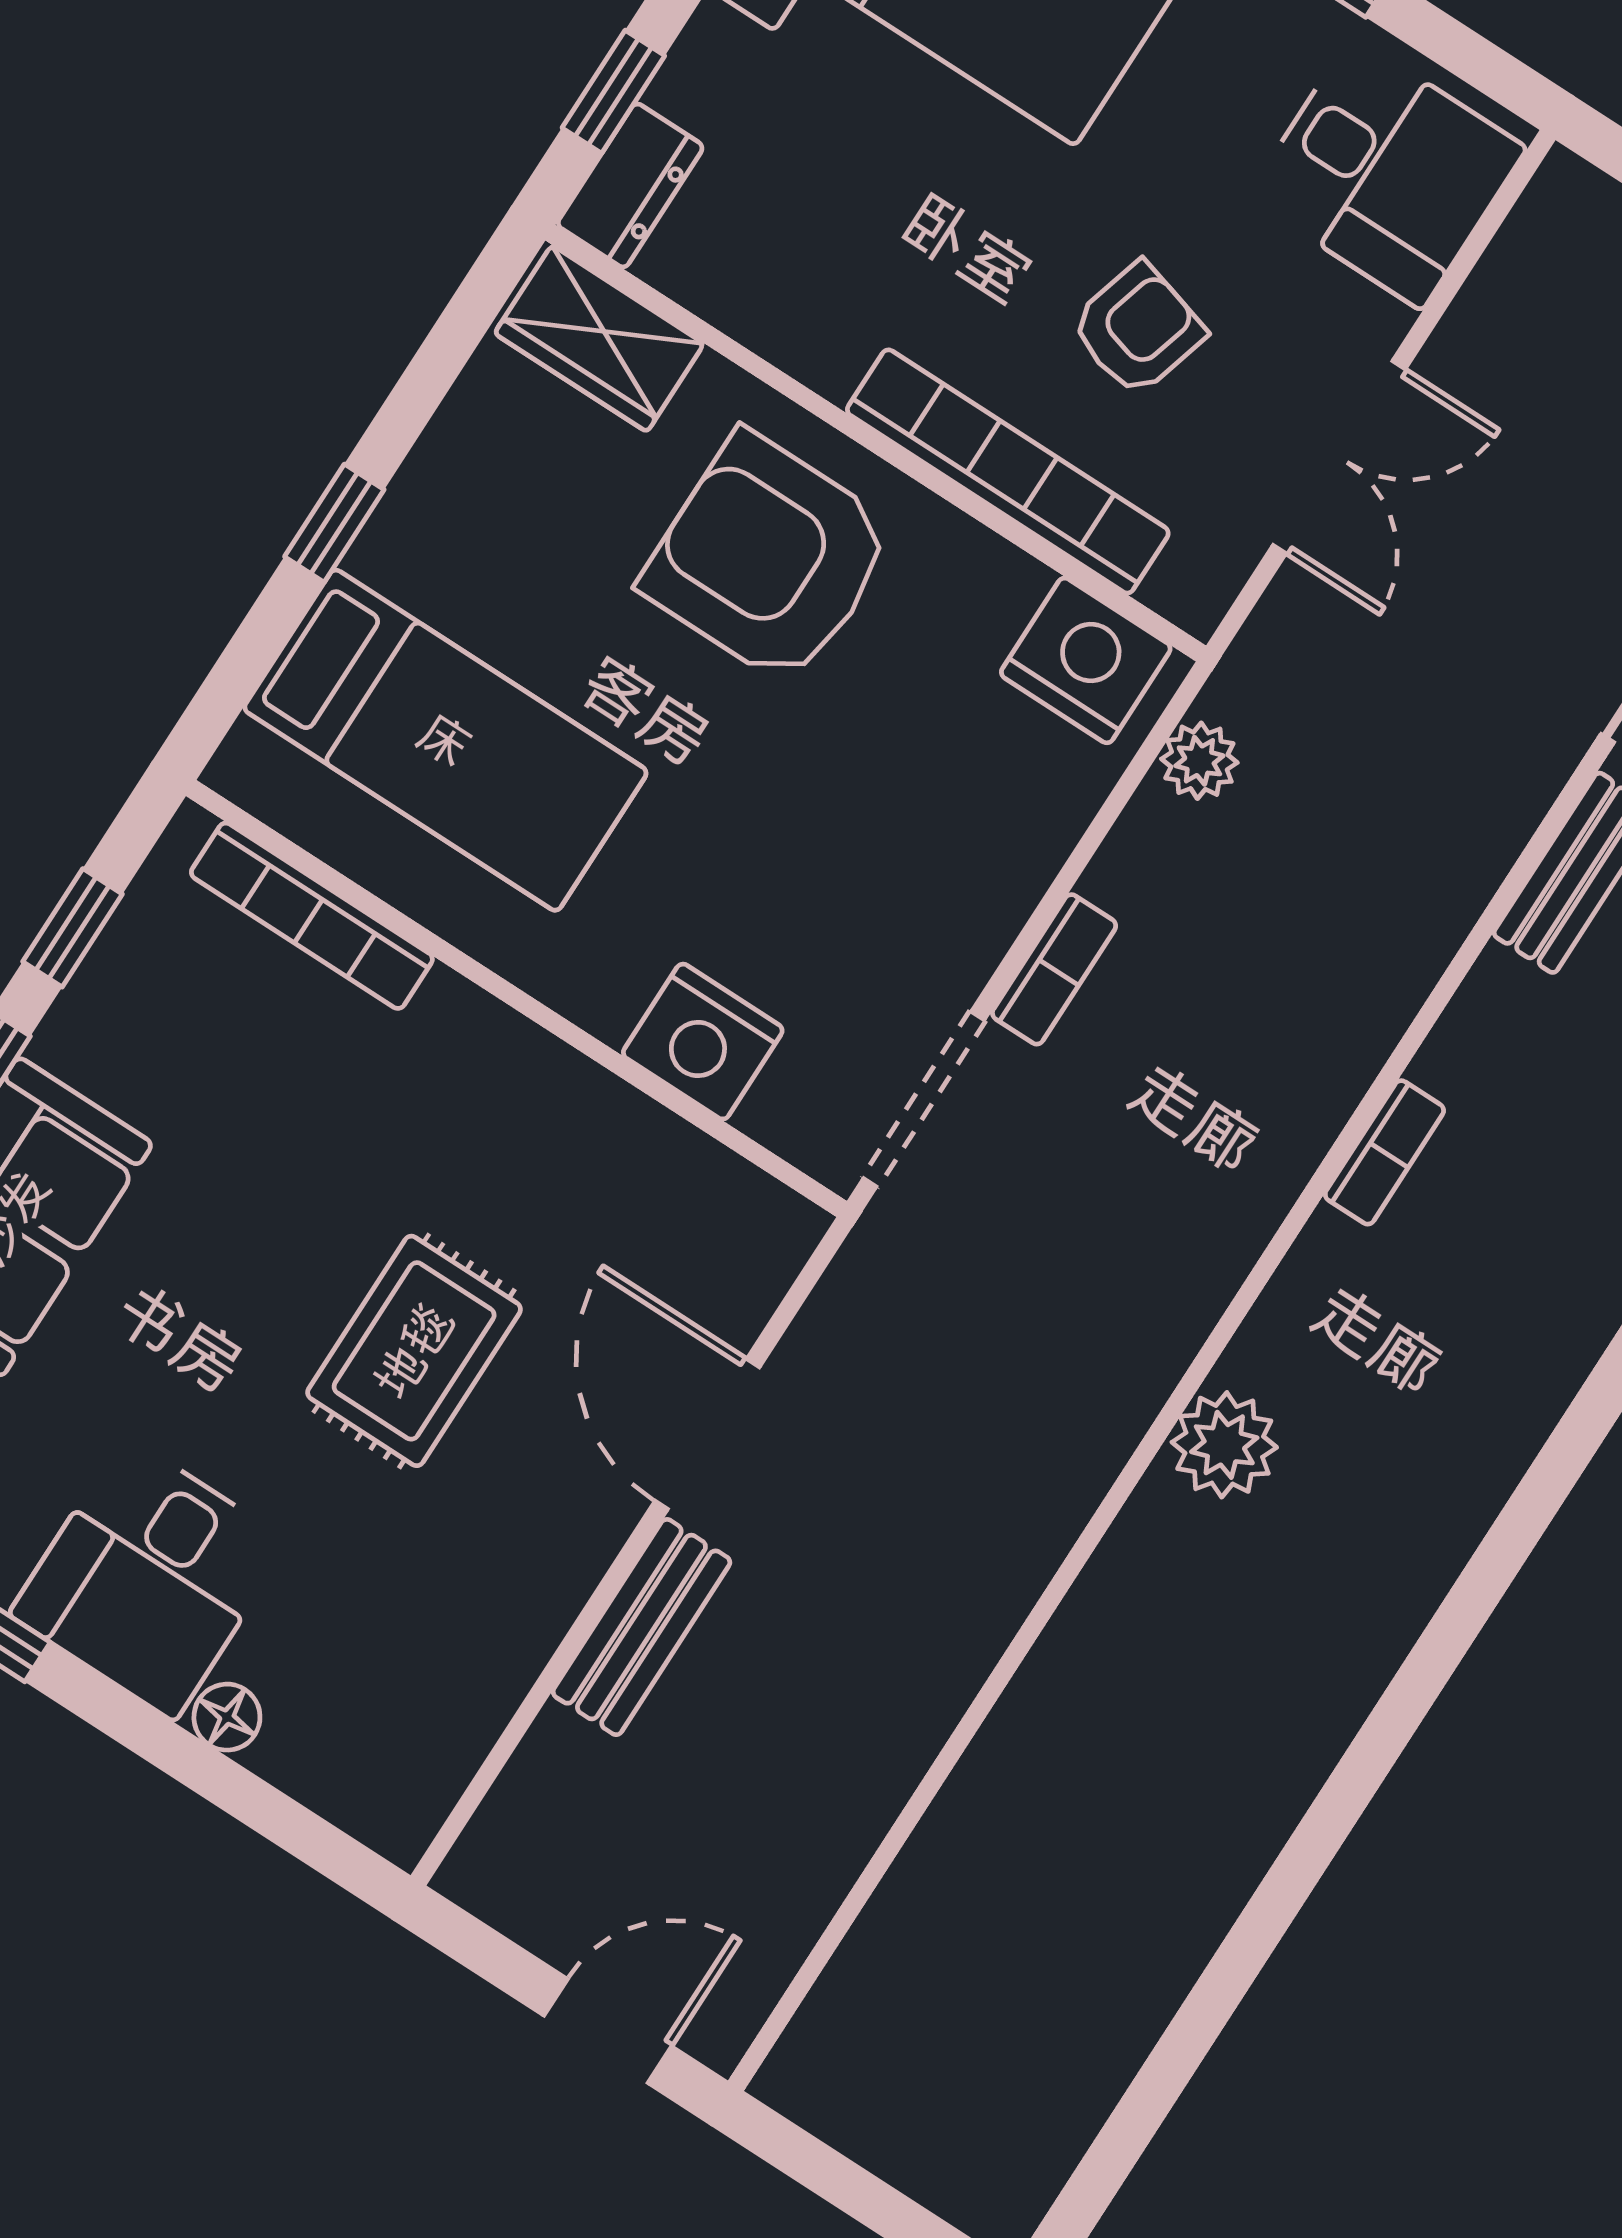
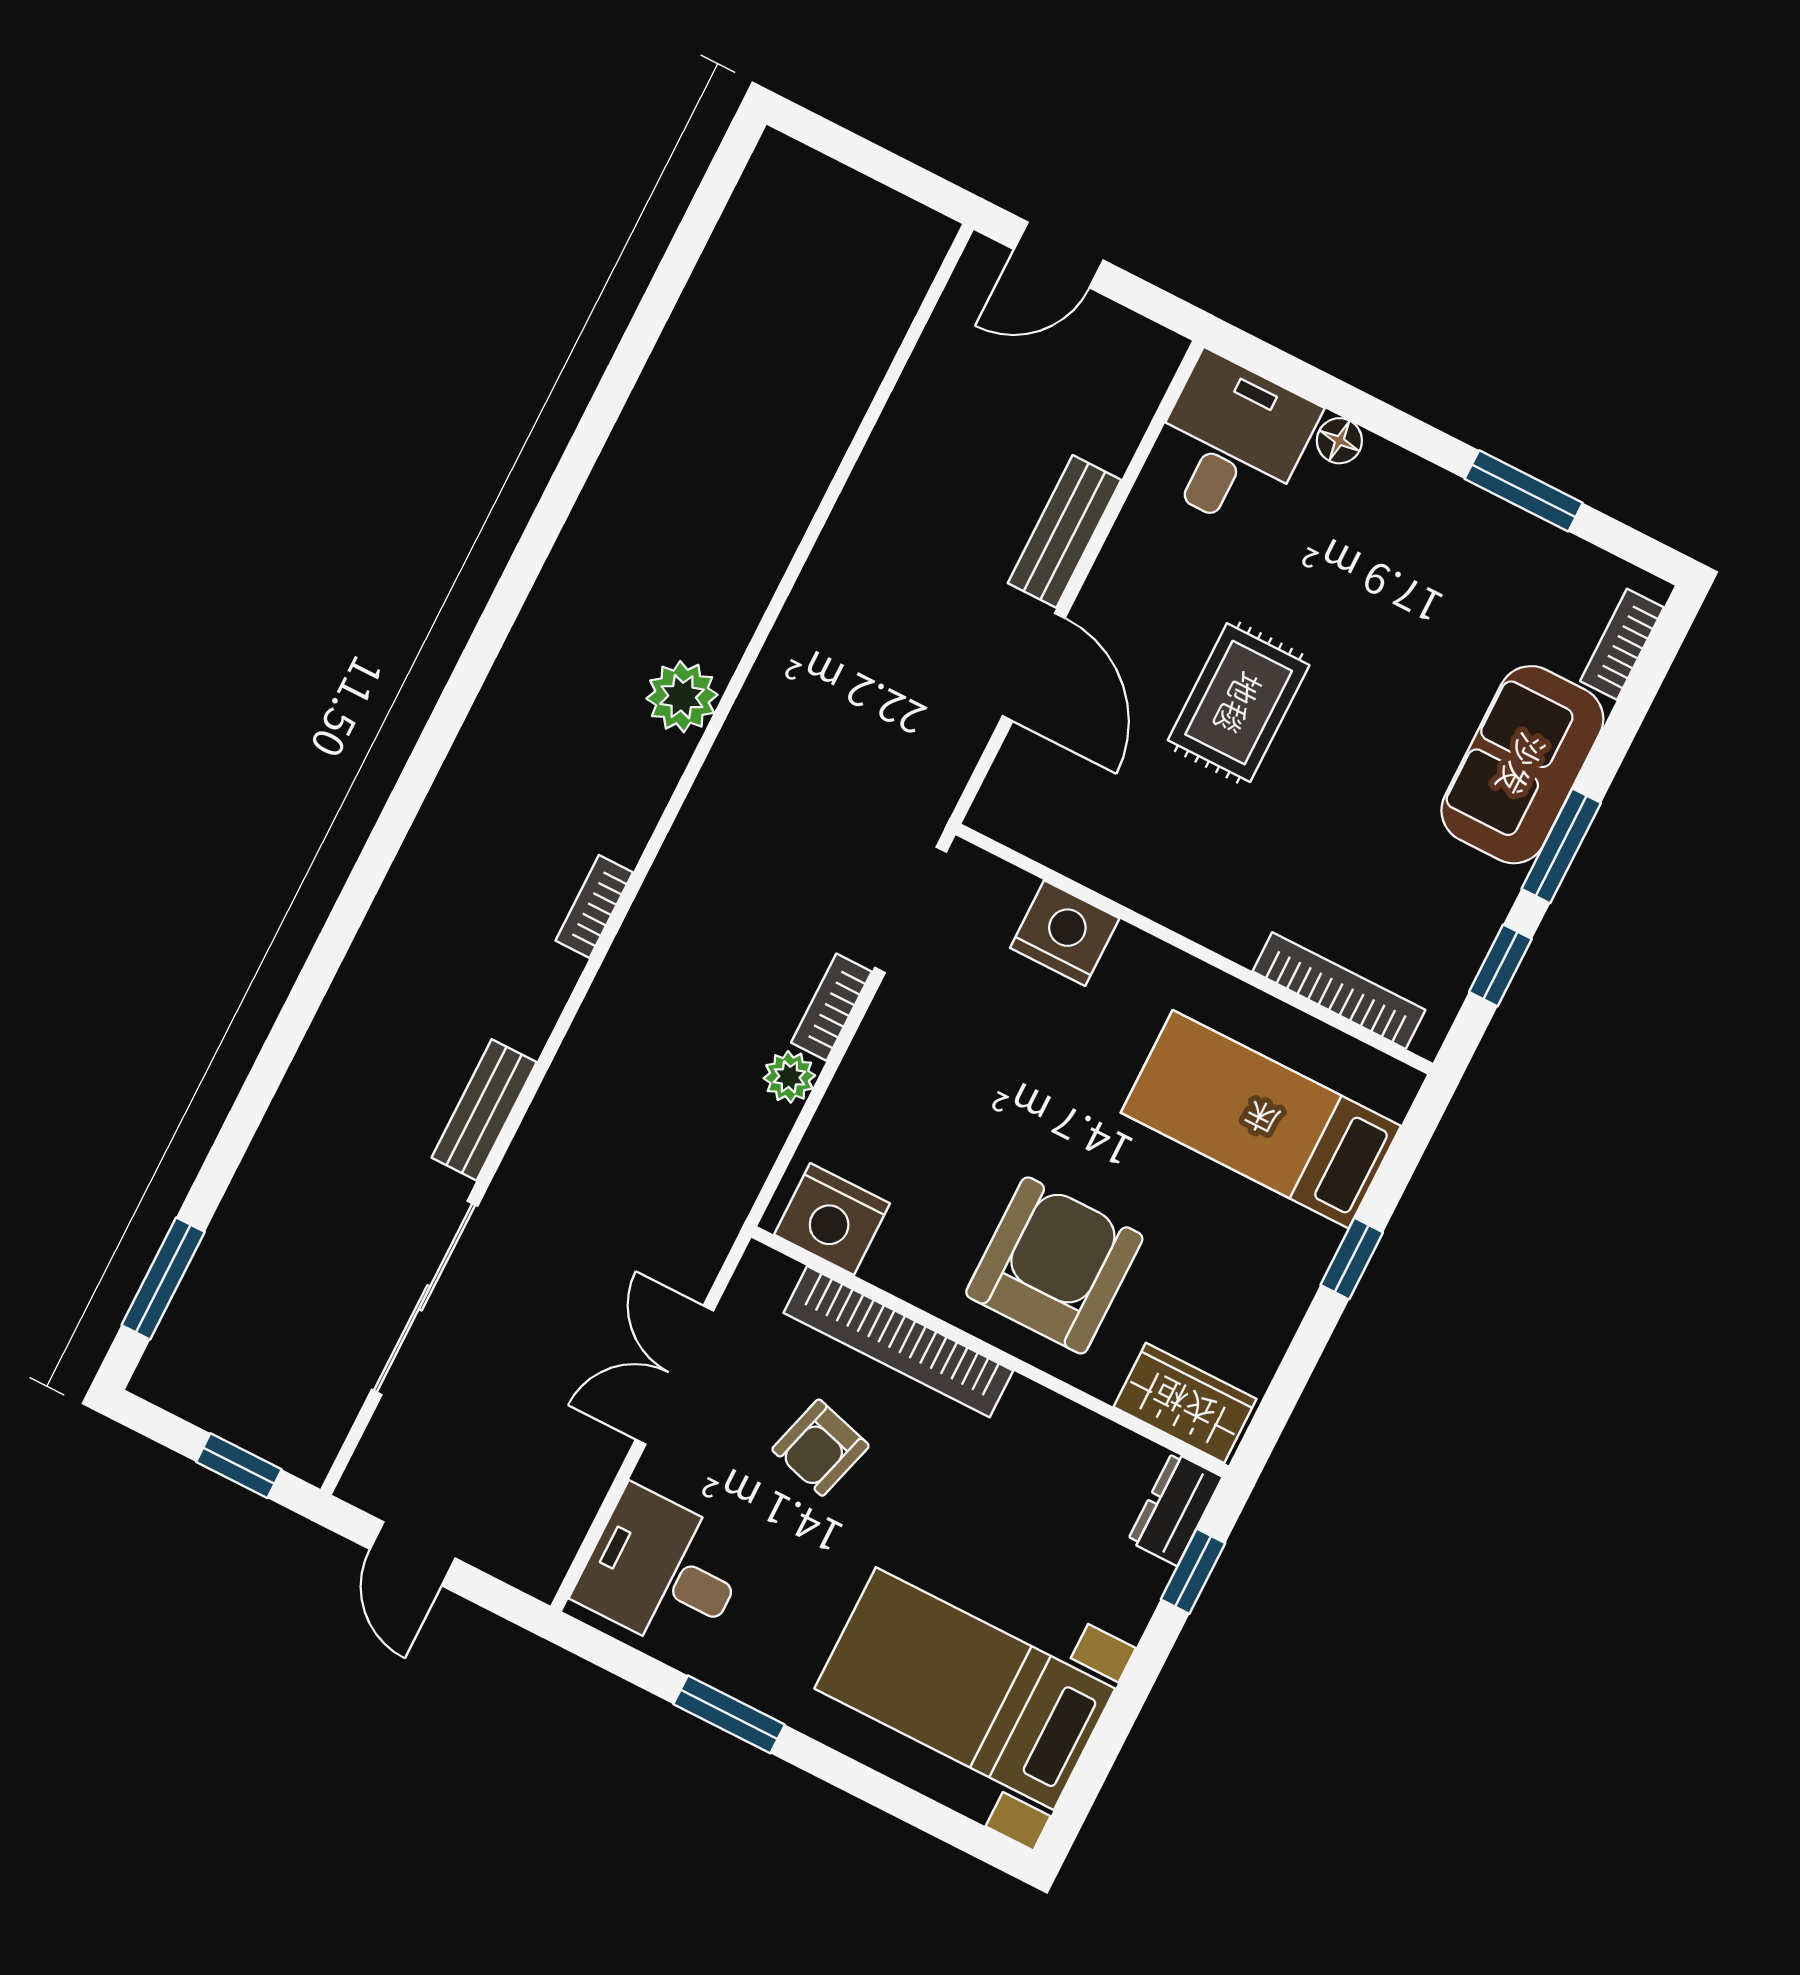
armchair: (769, 559) -> (1054, 1265), turned -90
plant: (1199, 761) -> (789, 1077), moved
desk: (150, 1578) -> (1231, 443), moved

